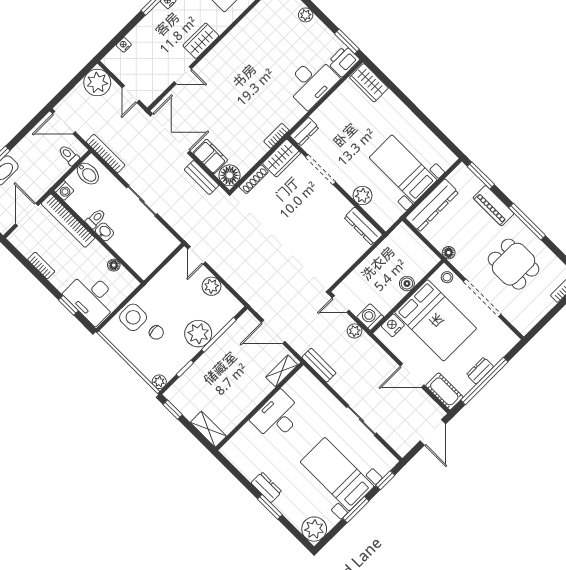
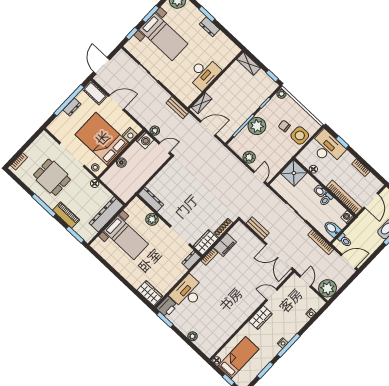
filing cabinet: (210, 156) -> (225, 245), moved, turned -90
floor lamp: (230, 175) -> (239, 230), removed
shower: (144, 260) -> (294, 173), added

